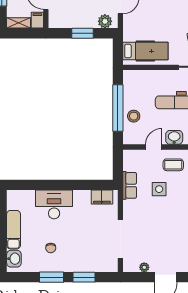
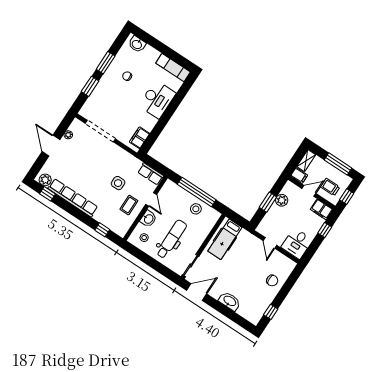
plant: (105, 21) -> (282, 200), moved
stool: (134, 116) -> (196, 209), moved
row of seats: (130, 185) -> (151, 174), moved
exam couch: (14, 230) -> (173, 68), moved

